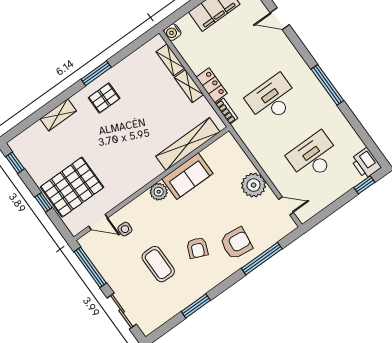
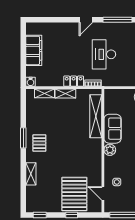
door: (280, 19) -> (86, 20), moved
door: (98, 222) -> (103, 193), swing flipped

